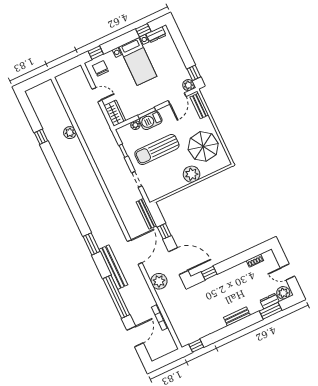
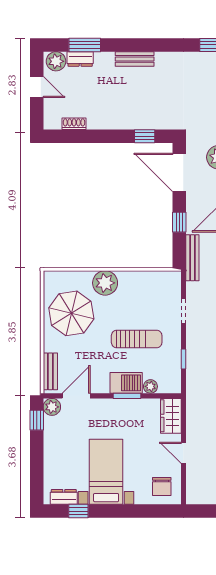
window: (96, 53) -> (158, 511), removed
sun lounger: (157, 150) -> (137, 339), width x0.73, depth x0.75

